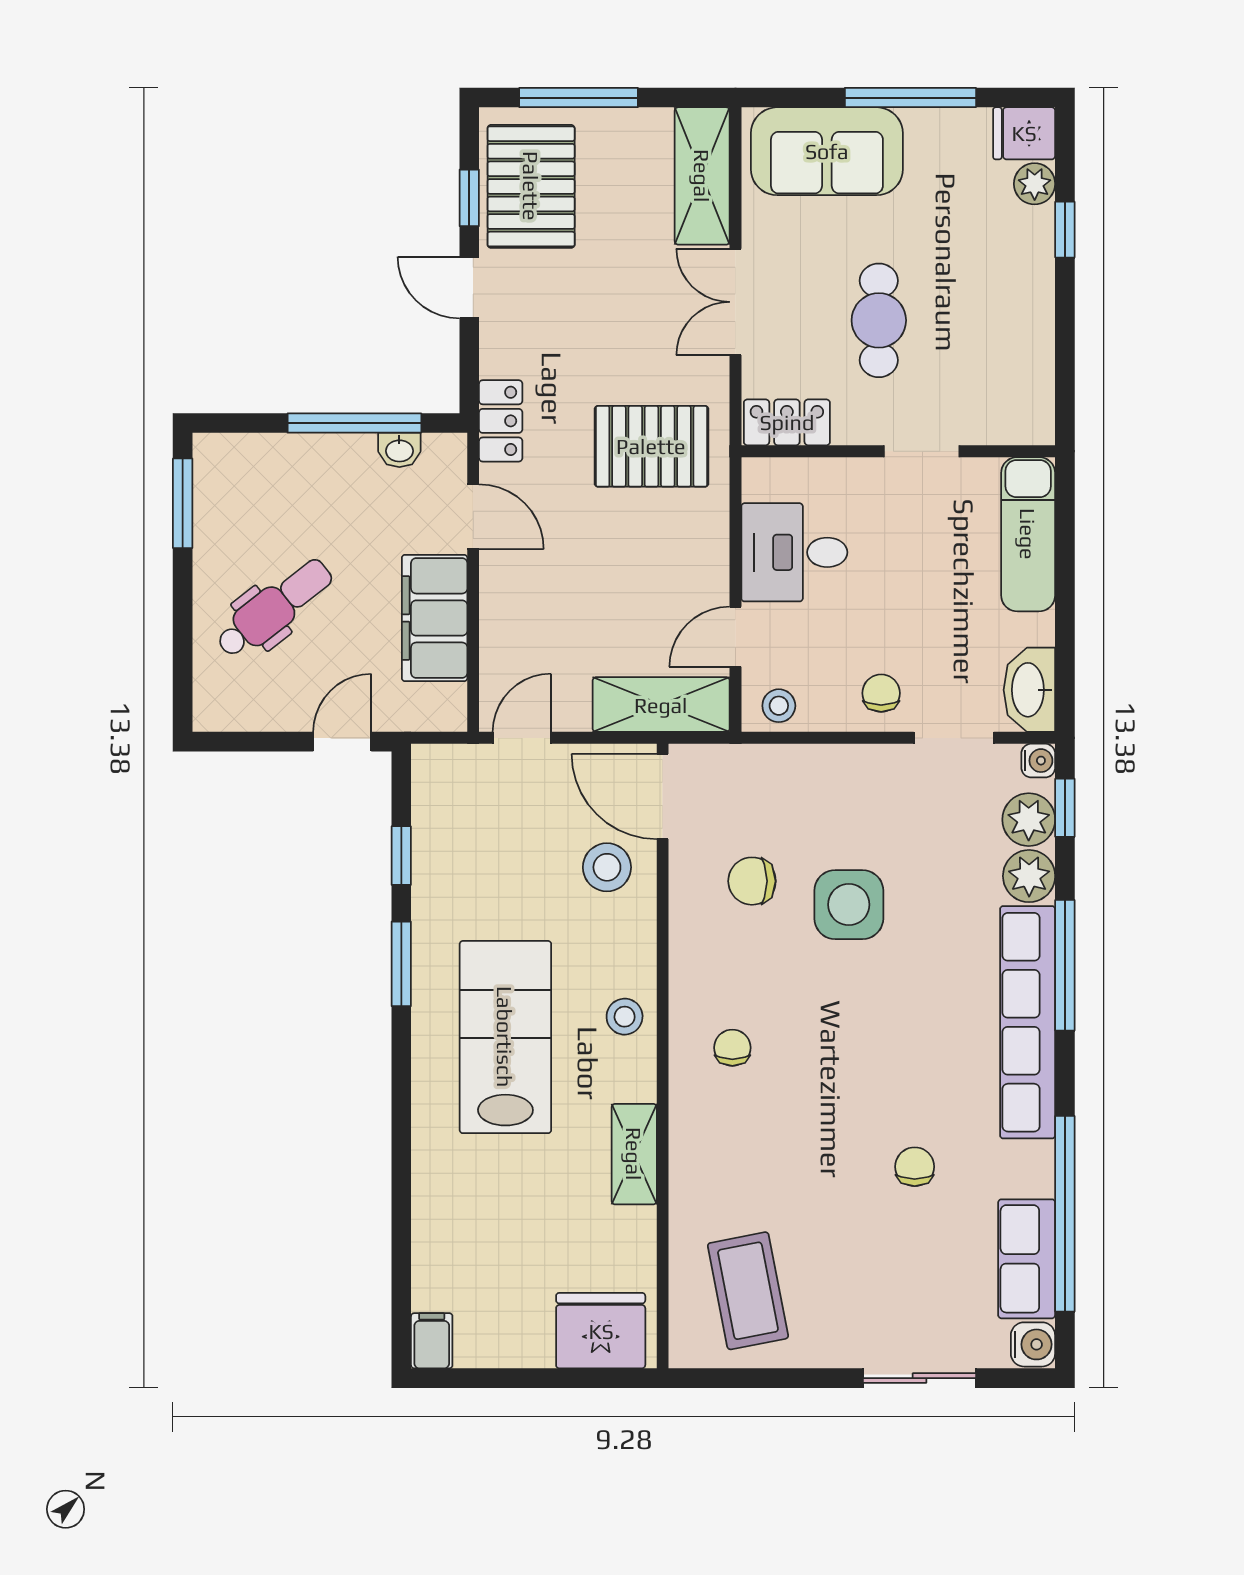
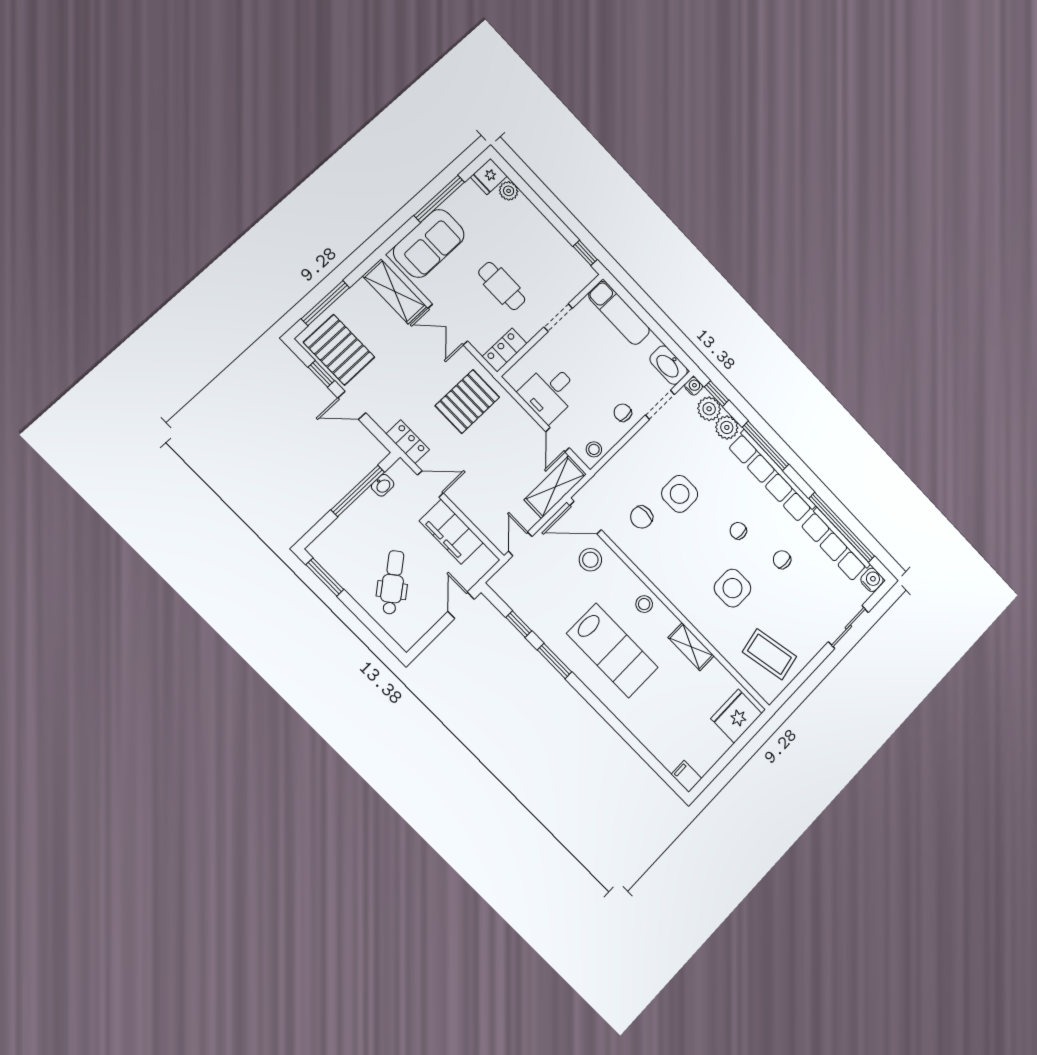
window: (1065, 230) -> (585, 253), moved
lab bench: (505, 1037) -> (612, 650), turned 180
chair: (732, 1048) -> (738, 531), moved
side table: (790, 1131) -> (732, 588), added
row of seats: (1027, 1259) -> (835, 545), width x1.48

